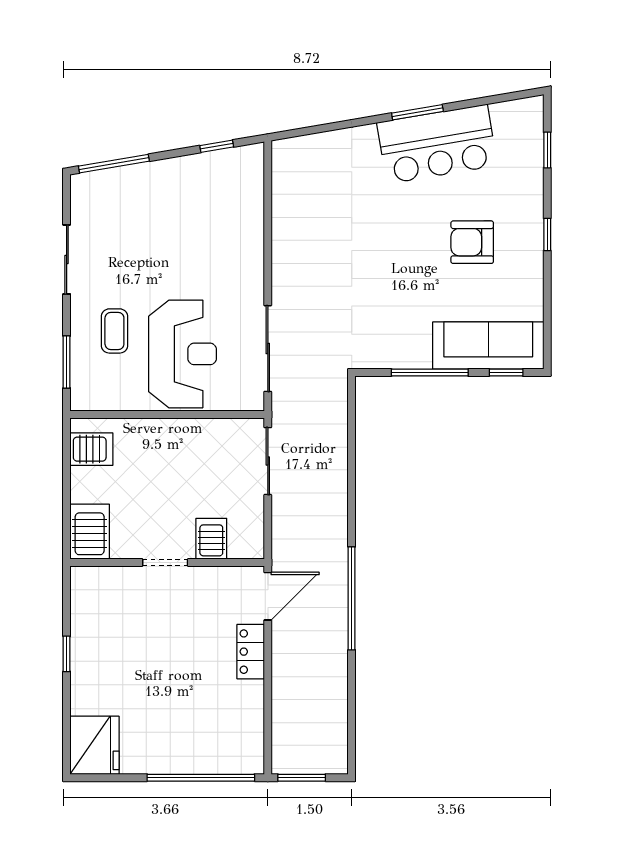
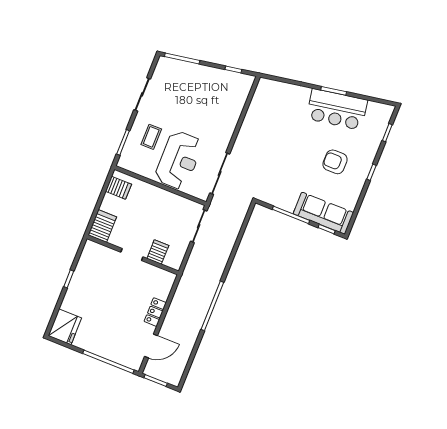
door: (268, 596) -> (151, 346), moved

